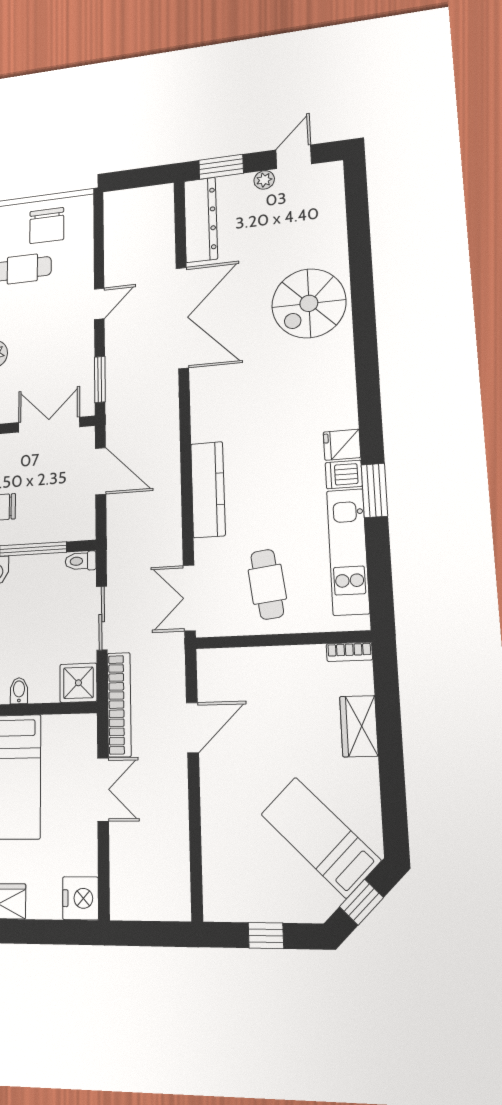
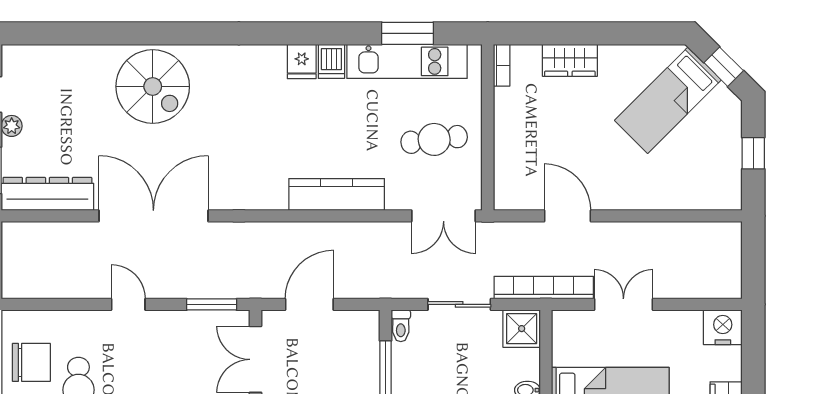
window: (374, 490) -> (408, 33), moved

